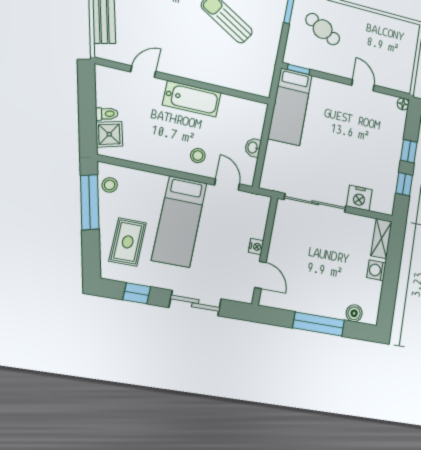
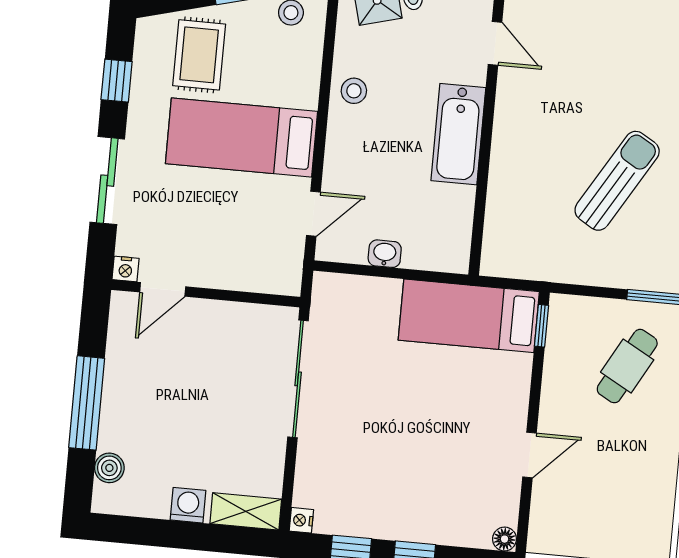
stool: (198, 156) -> (354, 91), moved
nightstand: (359, 198) -> (301, 520), moved, width x0.53, depth x0.56
rug: (128, 242) -> (199, 55), turned 90
nightstand: (256, 247) -> (125, 269), moved

